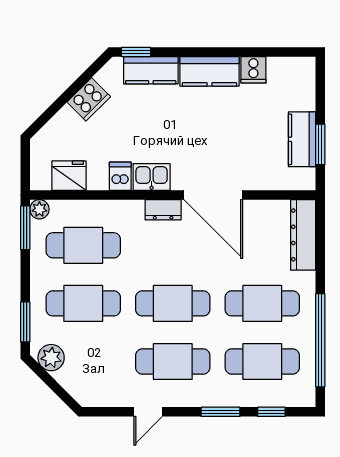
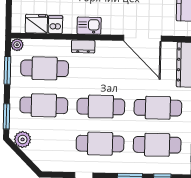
dishwasher: (120, 176) -> (55, 25), moved
door: (213, 195) -> (142, 38), moved
dresser: (163, 210) -> (83, 46), moved
window: (25, 228) -> (7, 70), moved

